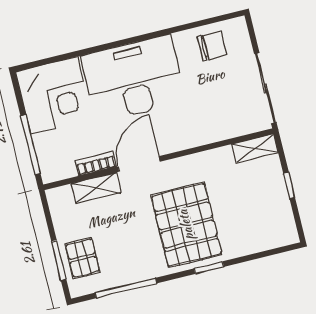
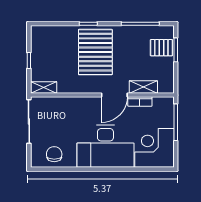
chair: (212, 46) -> (54, 154), turned 90
pallet: (82, 258) -> (161, 48), turned 90

